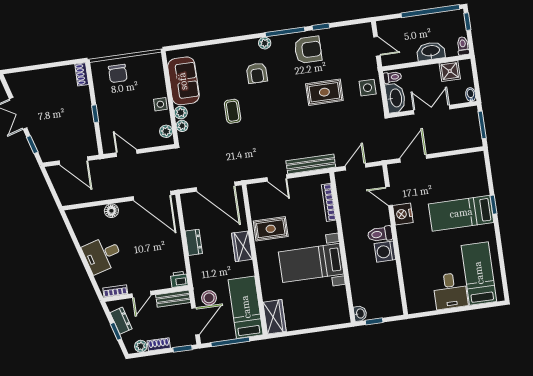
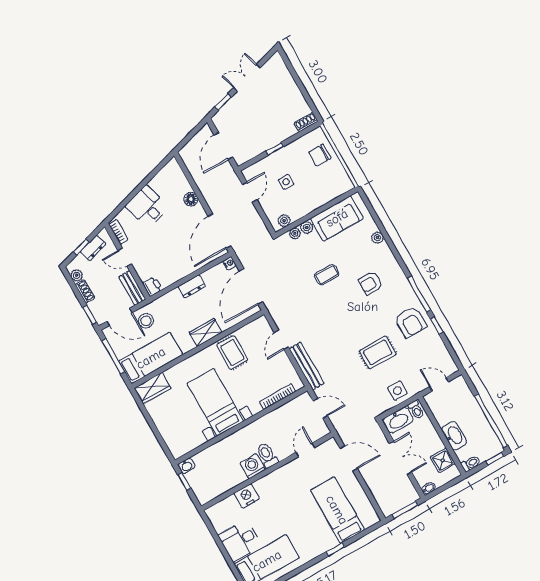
plant: (265, 43) -> (377, 238), moved
door: (377, 46) -> (439, 384), swing flipped
rug: (324, 92) -> (378, 352), turned 90
side table: (160, 104) -> (286, 182), moved
nightstand: (186, 198) -> (229, 263), added
bed: (461, 213) -> (337, 510), moved
nightstand: (403, 214) -> (247, 496), moved

